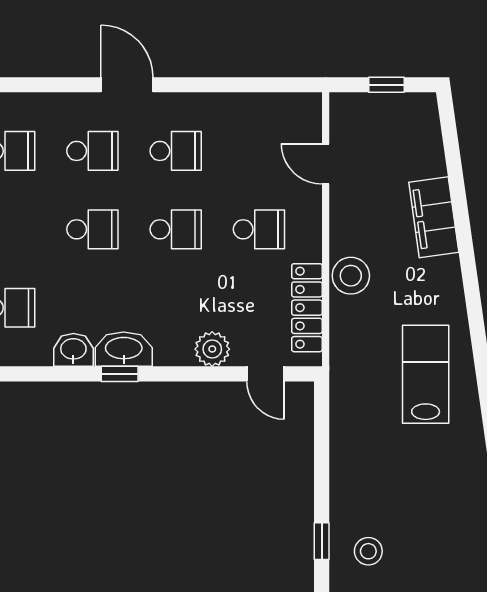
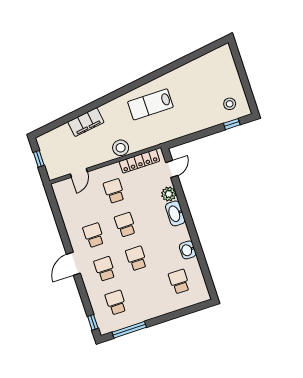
washbasin: (124, 349) -> (175, 213), moved
window: (120, 374) -> (191, 228), removed

